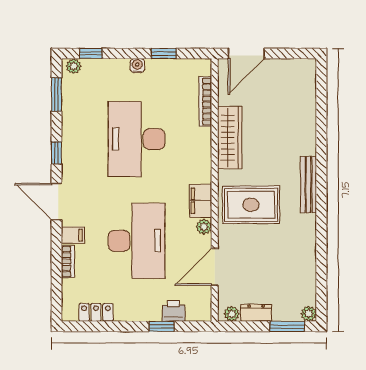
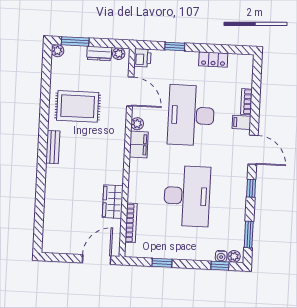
water cooler: (137, 66) -> (221, 256), moved
wardrobe: (230, 138) -> (113, 202), width x0.67
bench: (309, 185) -> (53, 147), width x0.73
rug: (251, 205) -> (78, 106), moved
door: (215, 267) -> (130, 91), hinge flipped
printer: (173, 311) -> (142, 58), moved, turned -90
locker: (96, 312) -> (213, 60), moved

